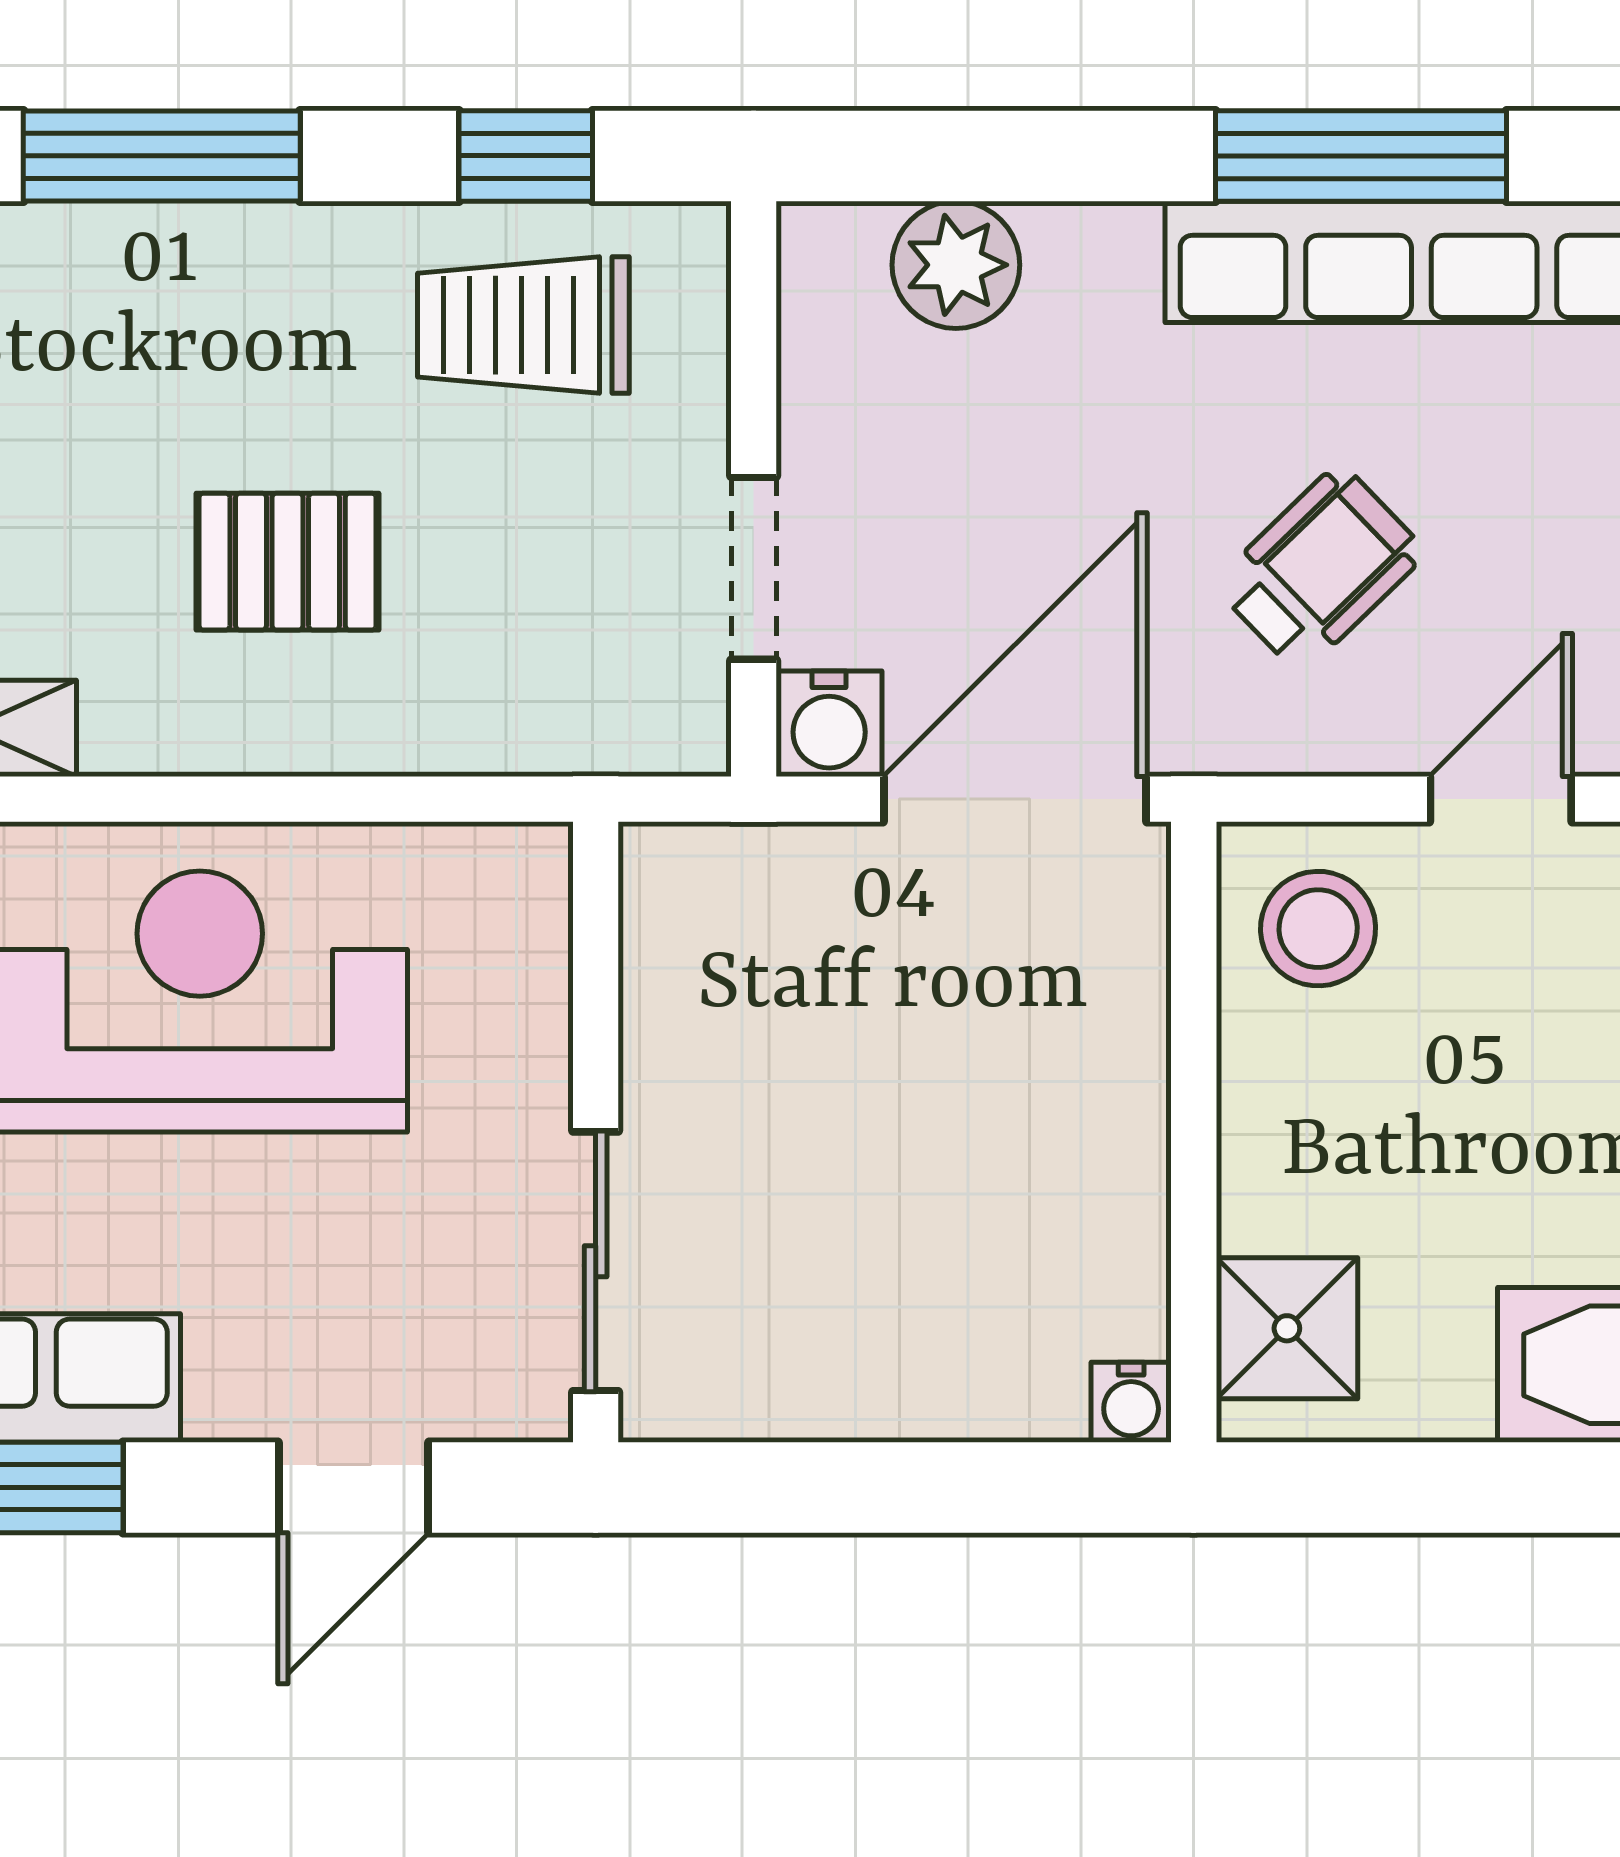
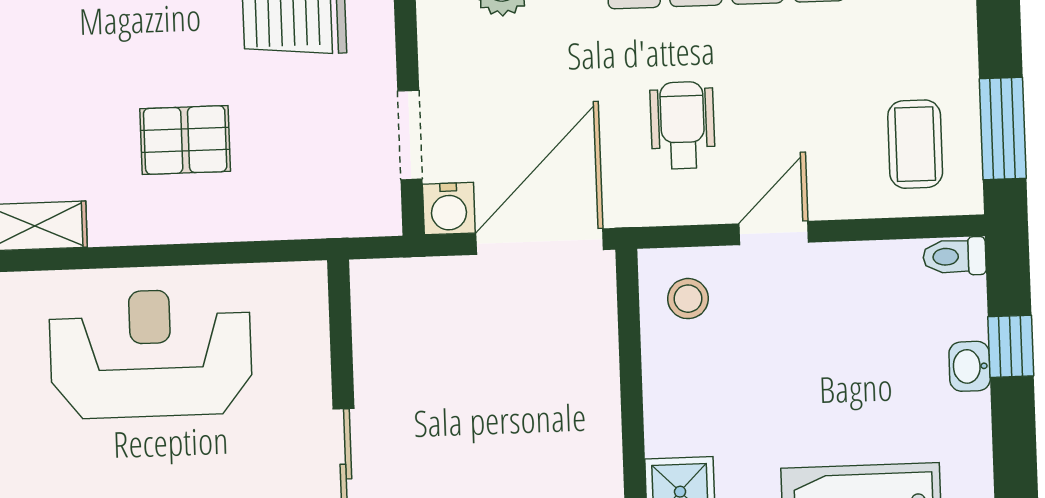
wheelchair: (1320, 569) -> (682, 125), turned -46
stool: (1318, 929) -> (688, 299), width x0.73, depth x0.73

